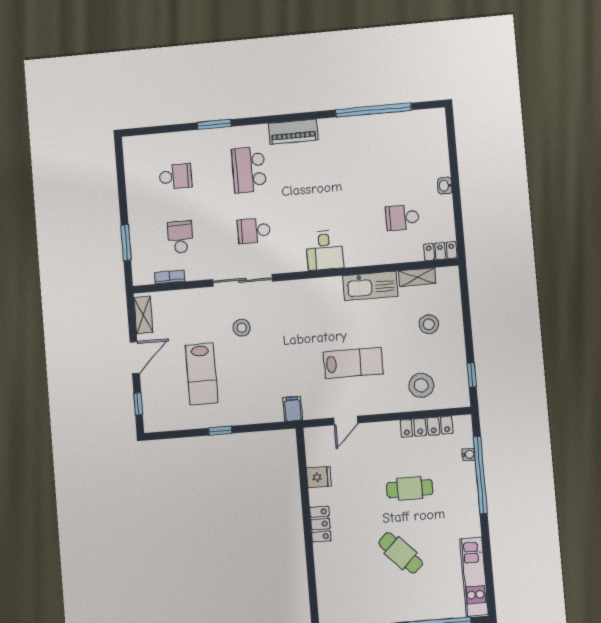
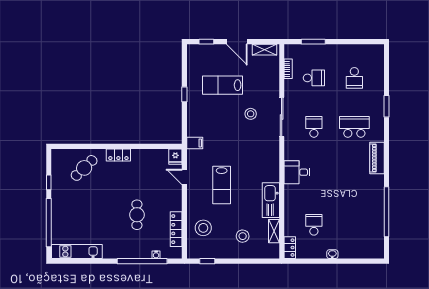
fridge: (319, 477) -> (175, 157), moved
cafe table: (401, 553) -> (84, 168), moved

